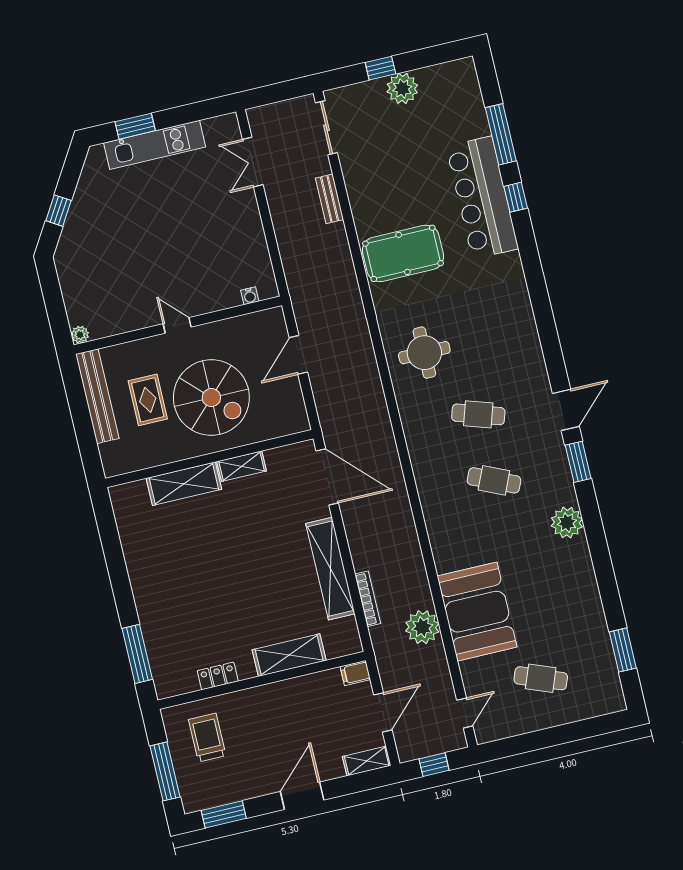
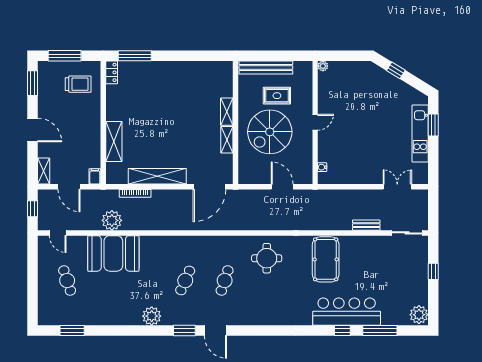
plant: (402, 88) -> (419, 315), moved
bench: (97, 396) -> (266, 68), moved
shelving: (184, 484) -> (227, 112), width x0.67, depth x0.75
locker: (218, 676) -> (112, 72), moved
cafe table: (541, 678) -> (67, 280), turned -39

